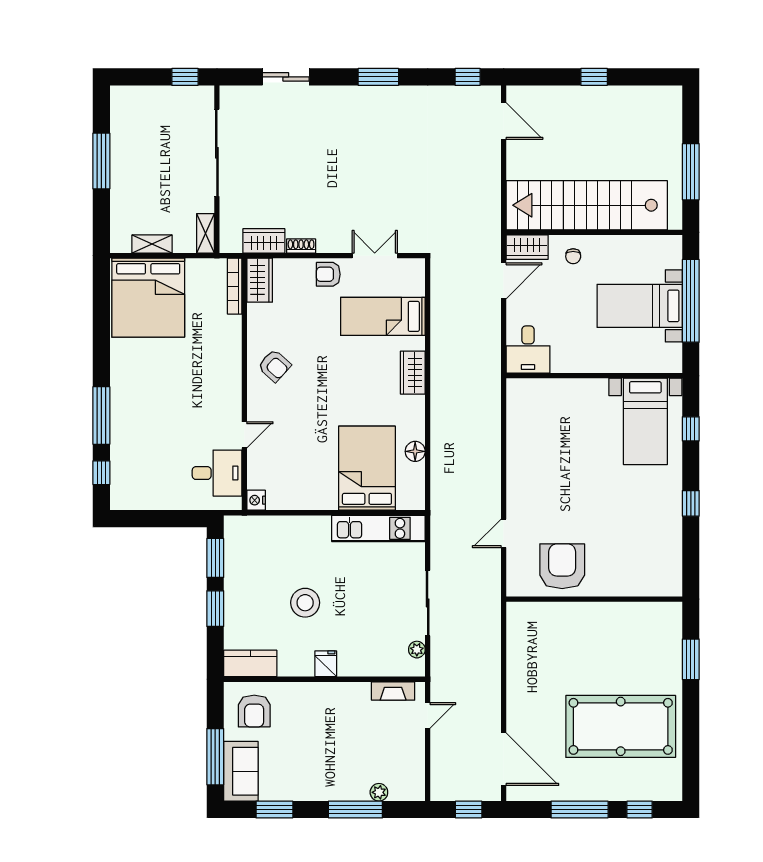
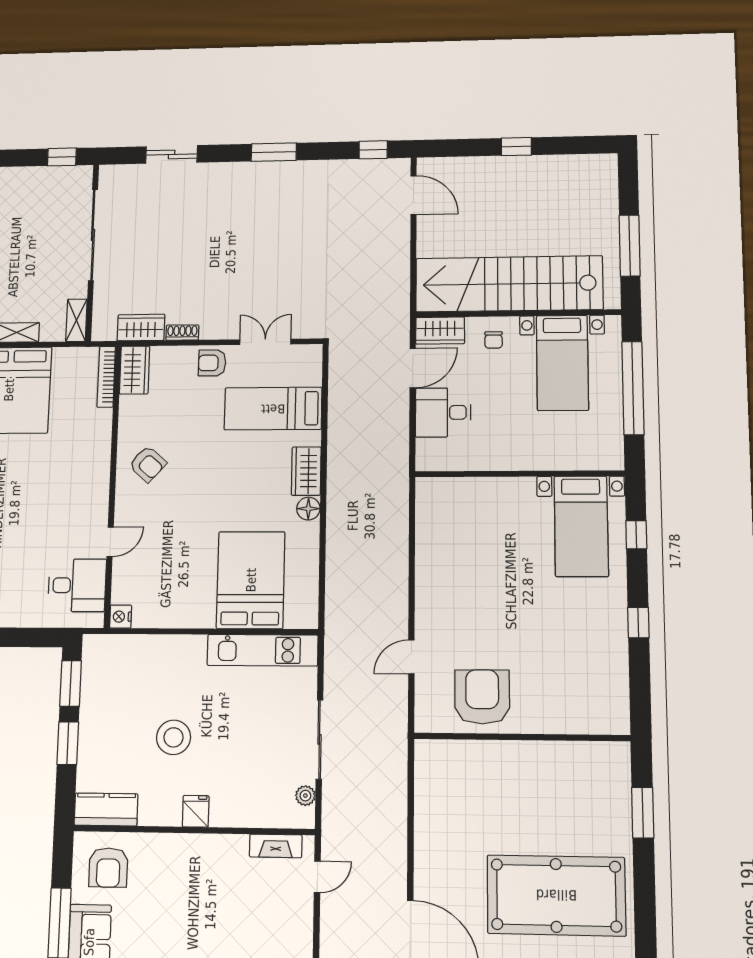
bed with nightstands: (640, 306) -> (562, 363), moved, turned -90
desk: (528, 350) -> (443, 412), moved, turned 90
floor lamp: (415, 451) -> (308, 509), moved

